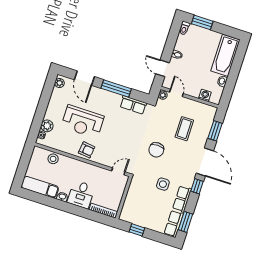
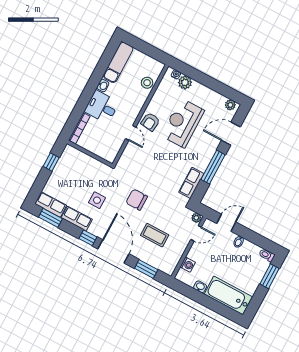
door: (205, 162) -> (113, 251), swing flipped
door: (118, 171) -> (131, 133), moved

